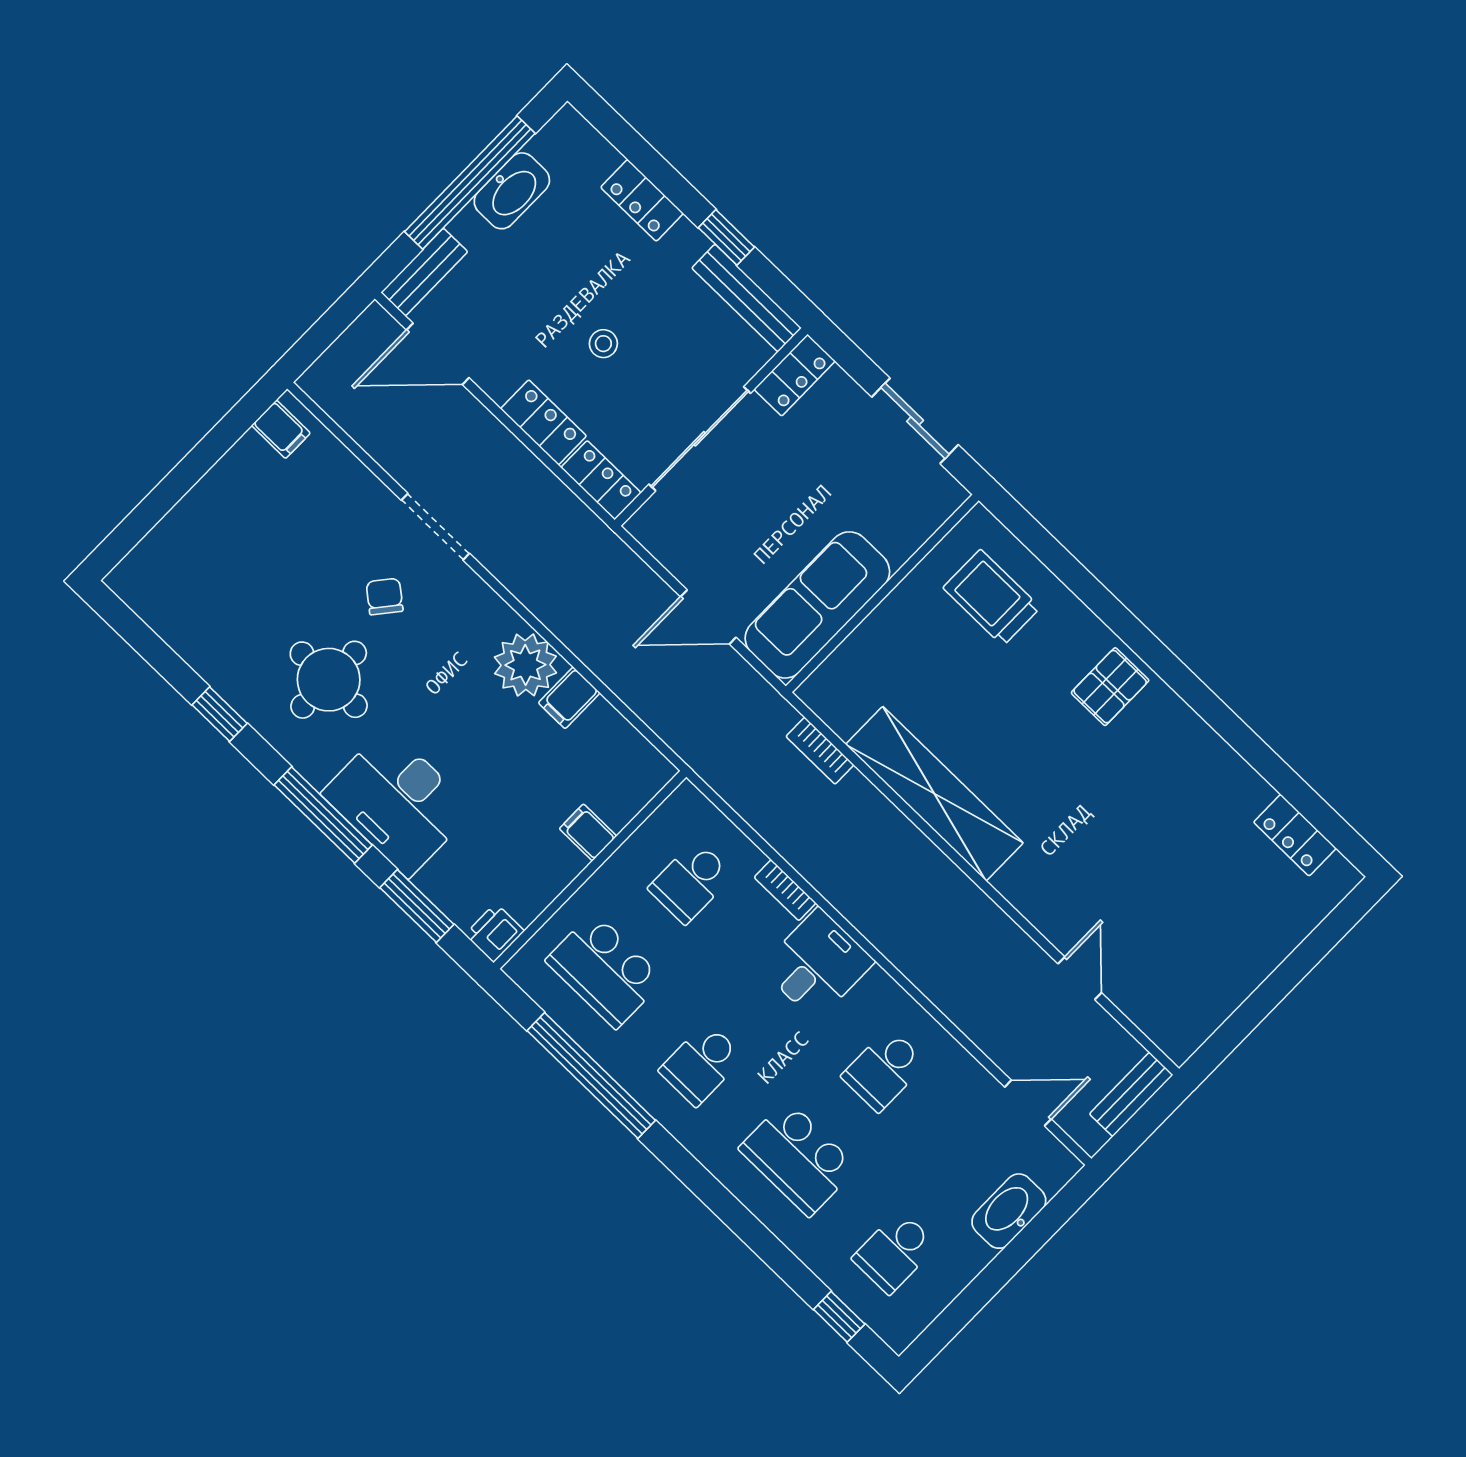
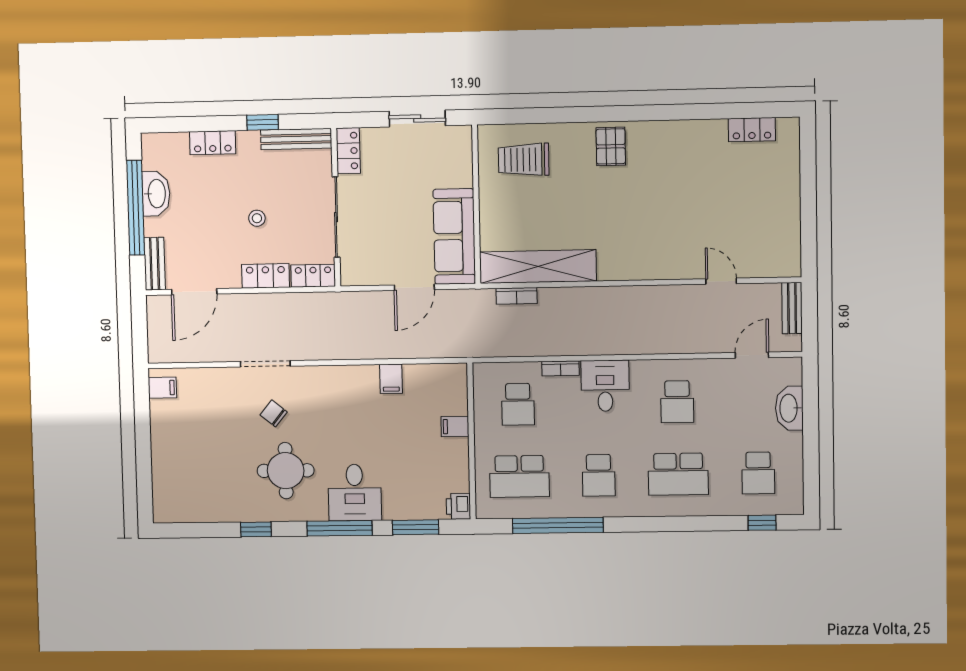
plant: (525, 665) -> (359, 383), removed
shelving: (934, 794) -> (538, 267), moved
desk: (398, 802) -> (355, 493), width x0.73

